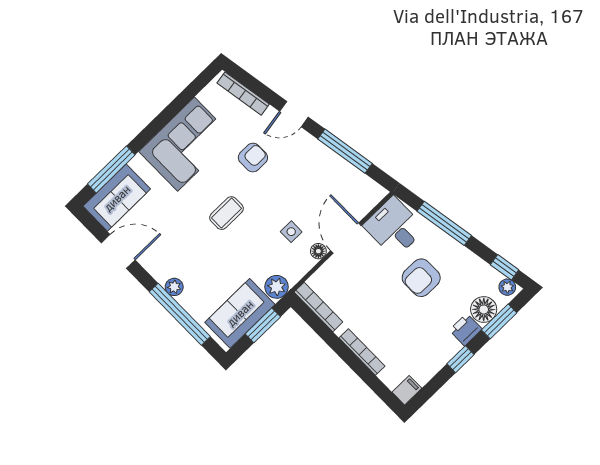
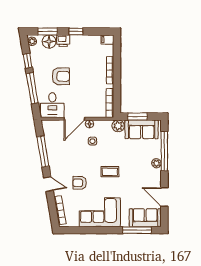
window: (505, 267) -> (28, 61), moved

